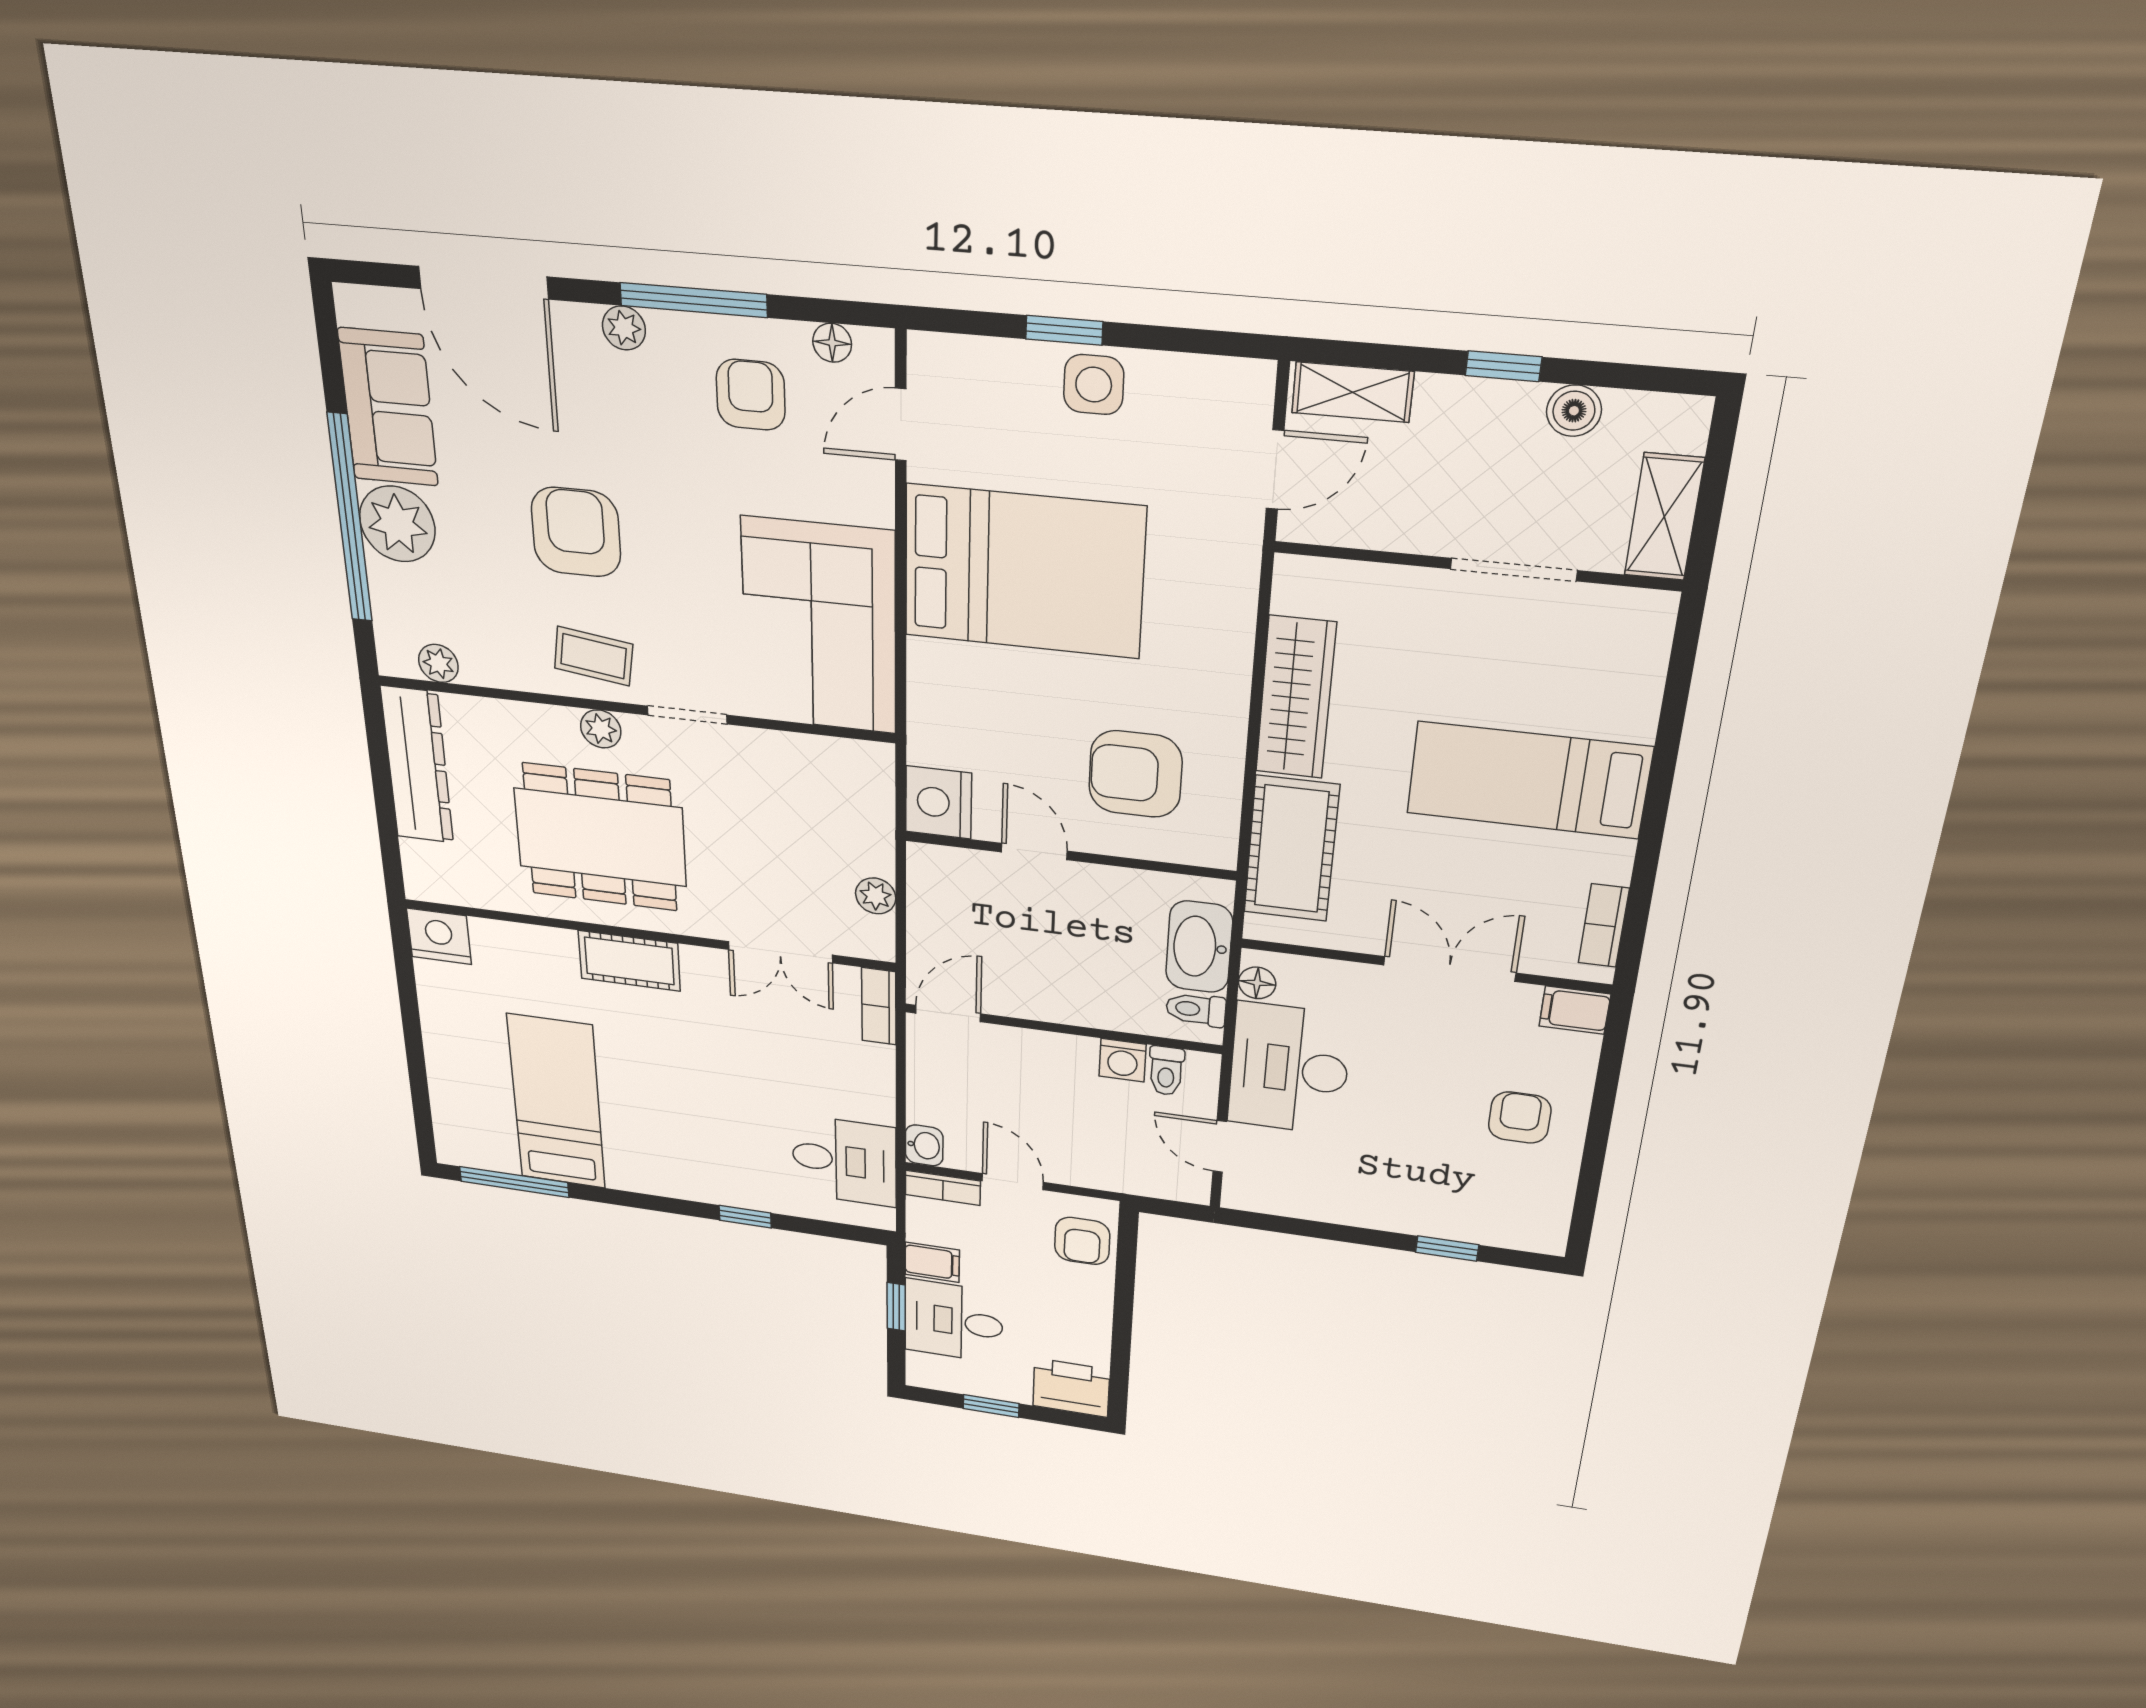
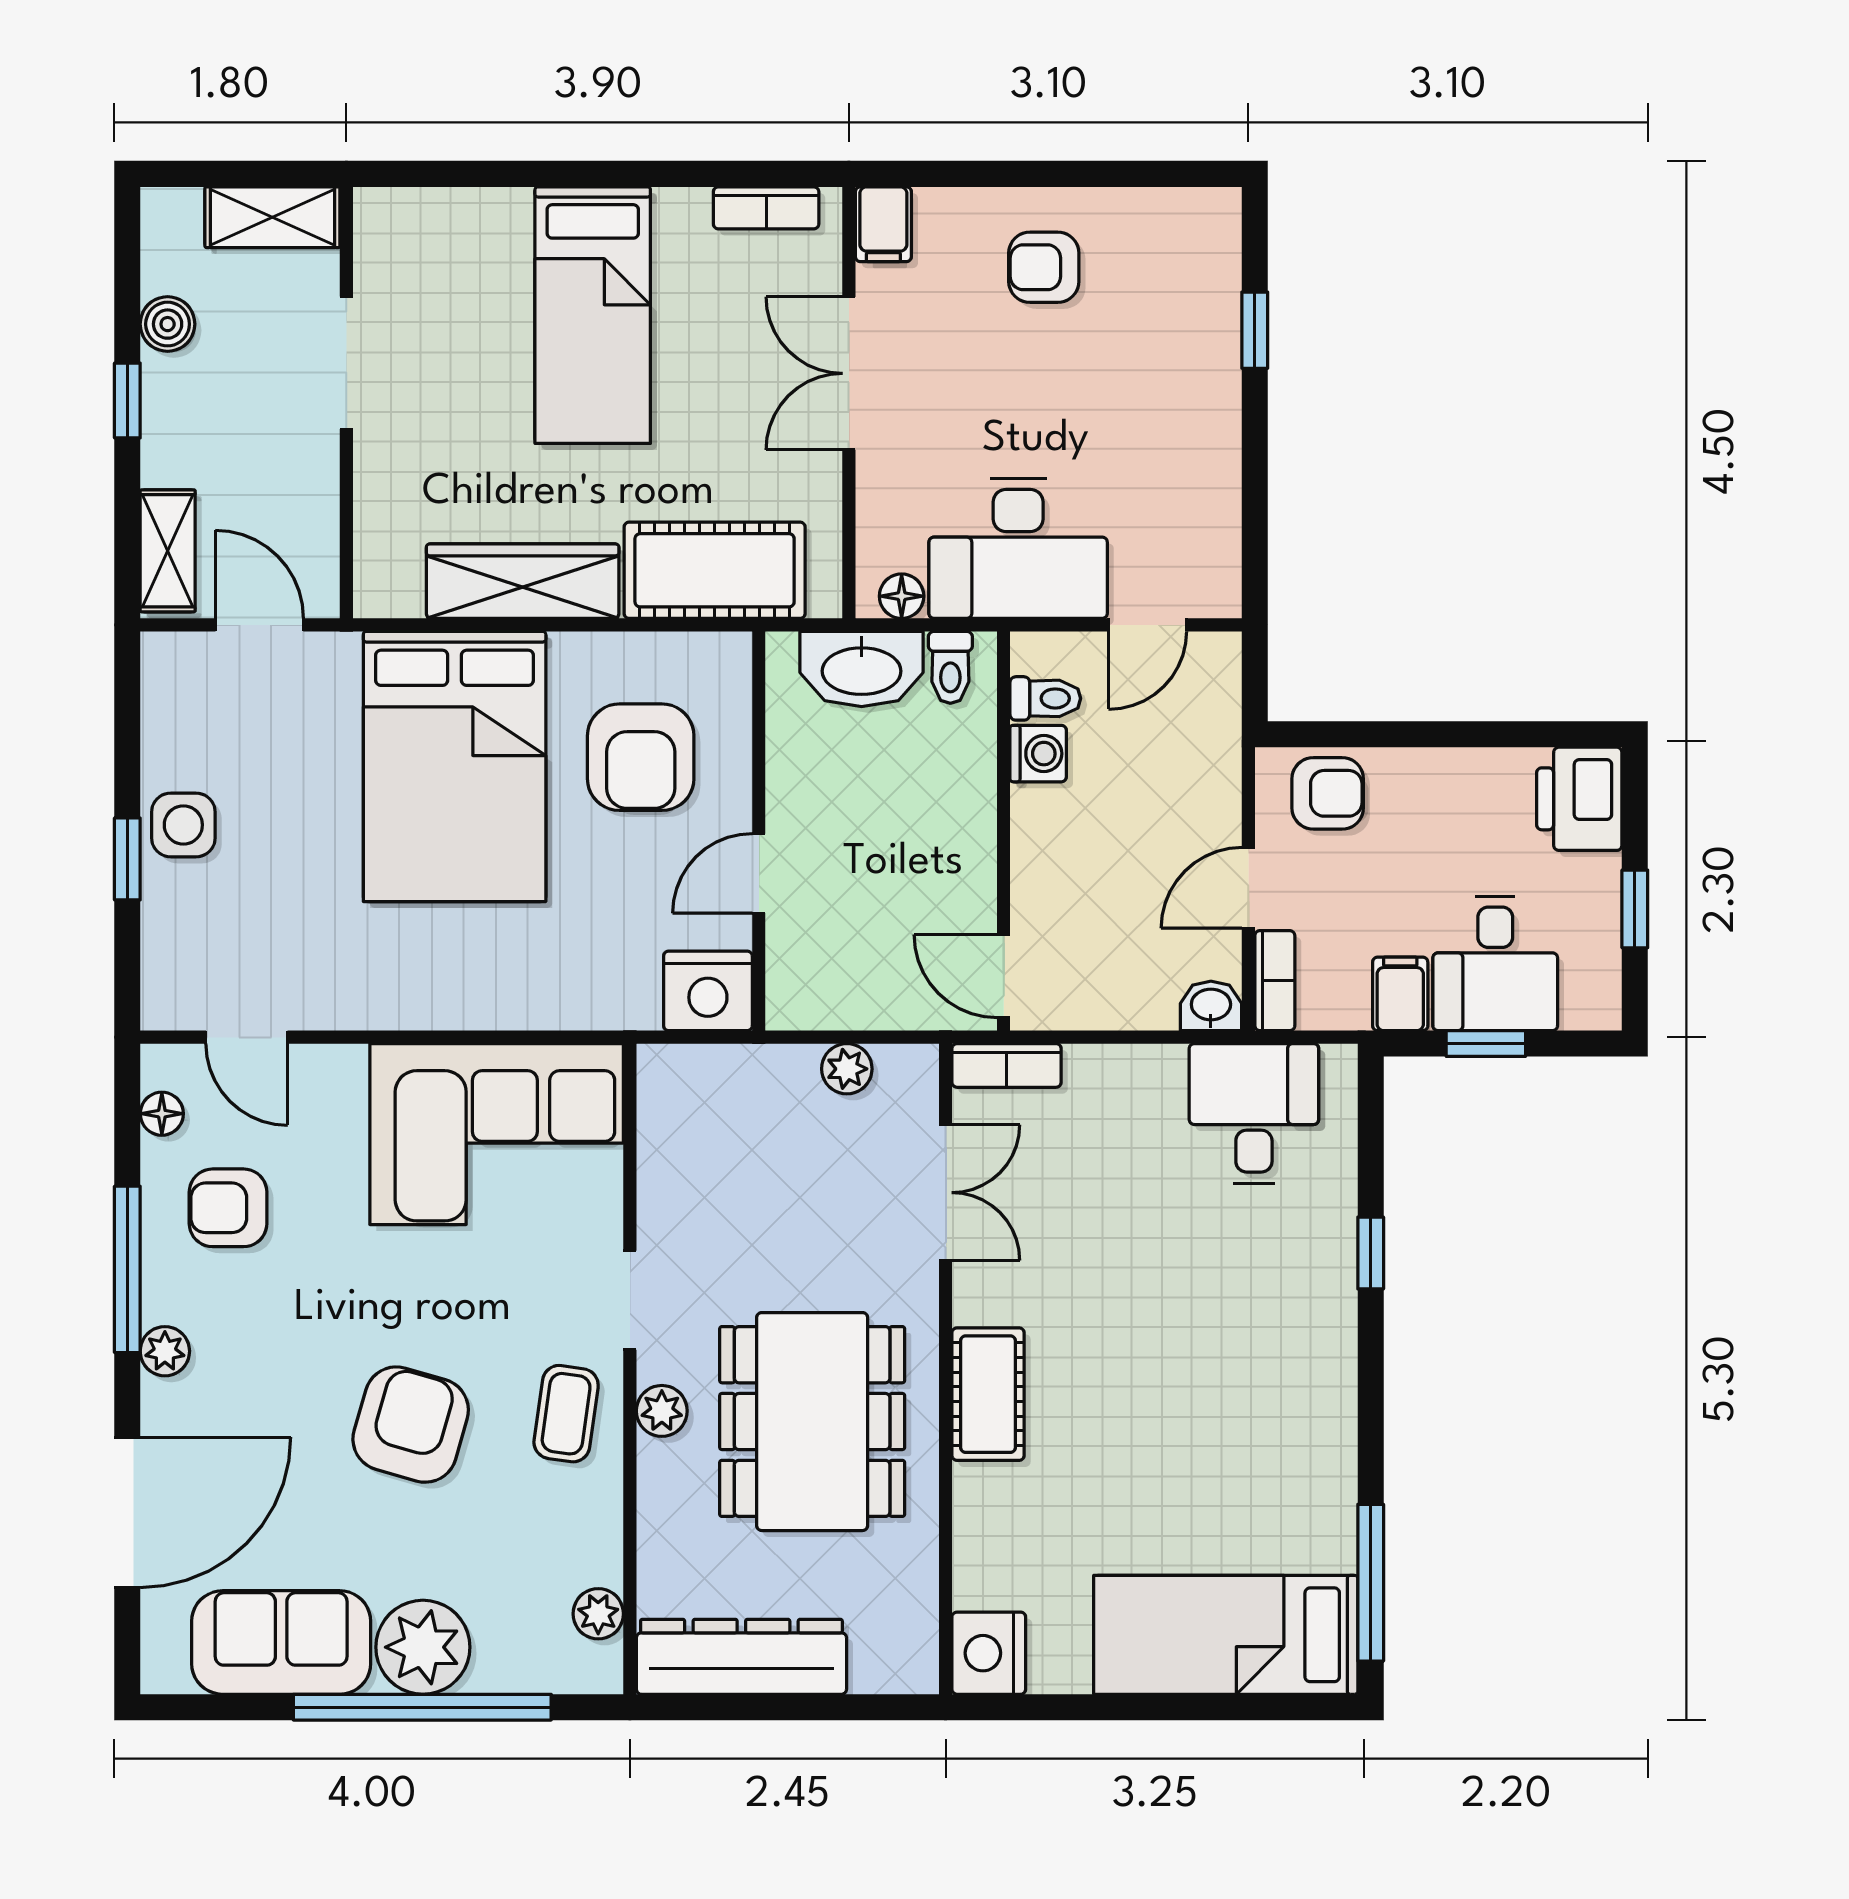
armchair: (576, 532) -> (411, 1425), turned 106
bed: (1024, 572) -> (455, 766), moved, turned 180
bed: (556, 1102) -> (1226, 1635), moved

